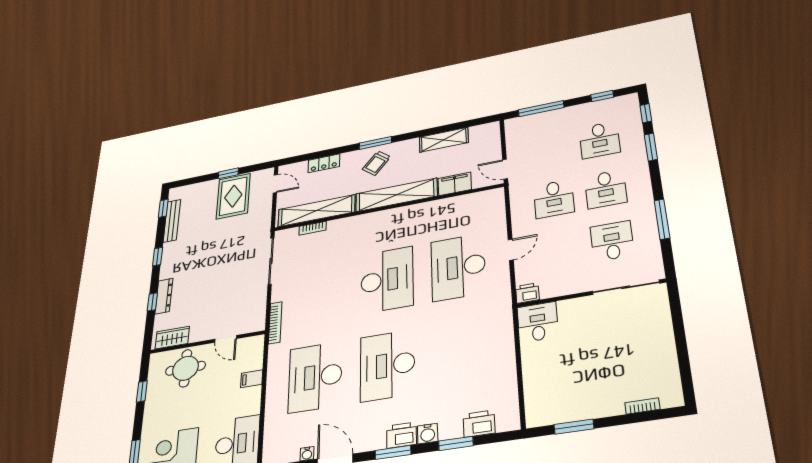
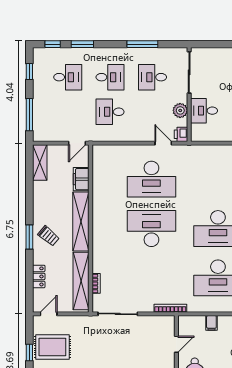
shelving: (444, 140) -> (40, 163), moved
desk: (554, 199) -> (110, 112), turned 180
door: (511, 250) -> (163, 143), moved
plant: (564, 286) -> (180, 110), added
desk: (538, 322) -> (204, 111), moved

